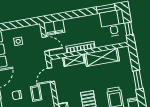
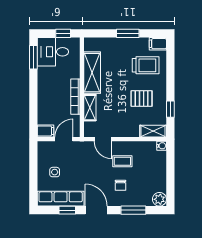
filing cabinet: (54, 28) -> (46, 131), width x0.50

